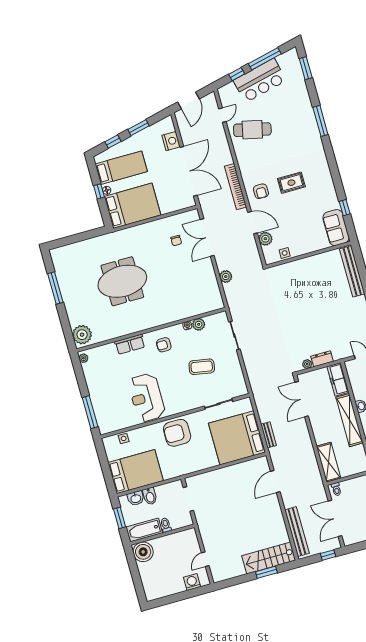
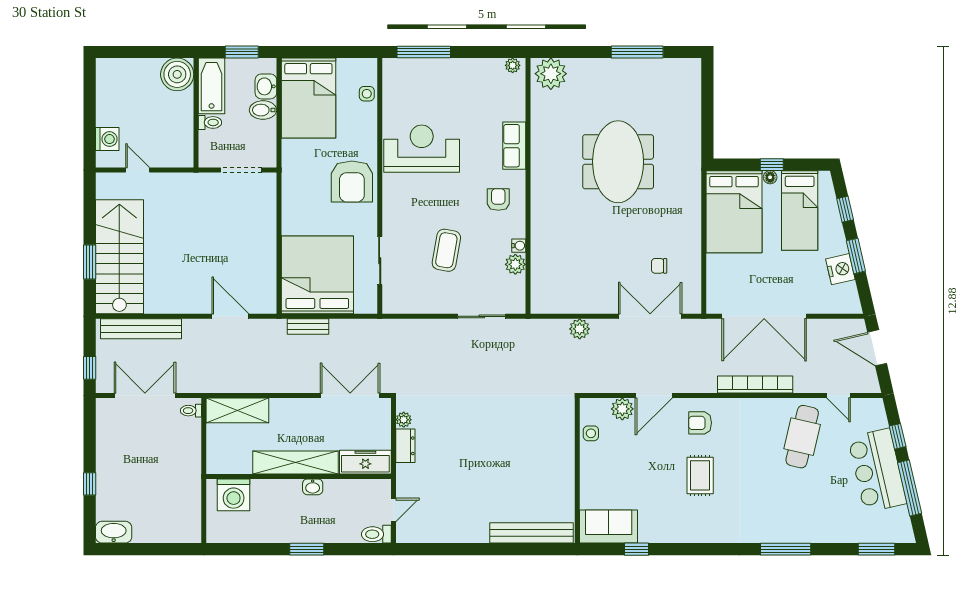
nightstand: (171, 141) -> (840, 269), moved, turned -103
bookcase: (236, 187) -> (755, 385), moved
armchair: (177, 433) -> (352, 182), turned 180
stairs: (269, 558) -> (119, 257), width x1.36, depth x1.51

